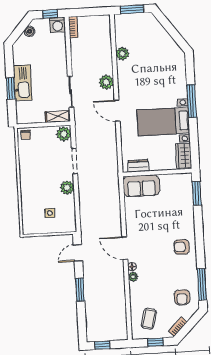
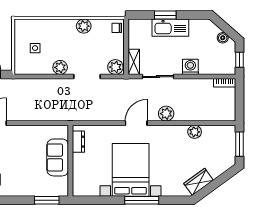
washing machine: (58, 25) -> (190, 67), moved, turned 90
bed with nightstands: (163, 122) -> (131, 170), width x1.36
wardrobe: (184, 156) -> (199, 182), moved, turned -36
plant: (26, 167) -> (84, 26), added
sofa: (141, 186) -> (58, 157), moved

